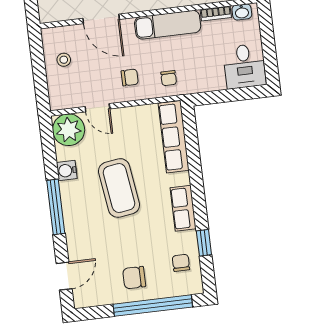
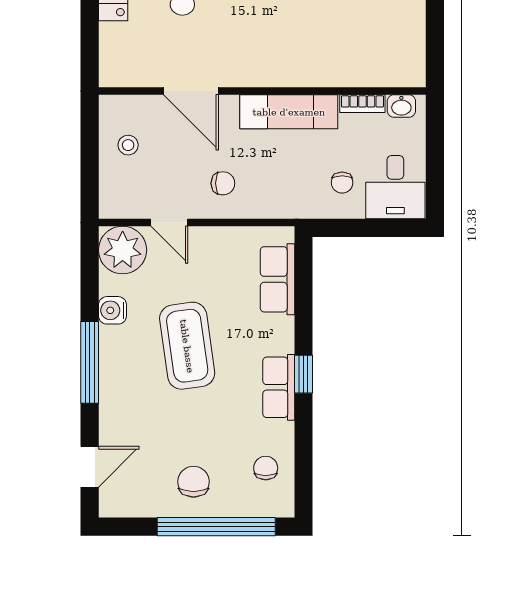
chair: (169, 78) -> (342, 183), moved
row of seats: (174, 137) -> (277, 279), width x0.68
window: (204, 243) -> (303, 374), moved
chair: (134, 278) -> (194, 482), turned 90

